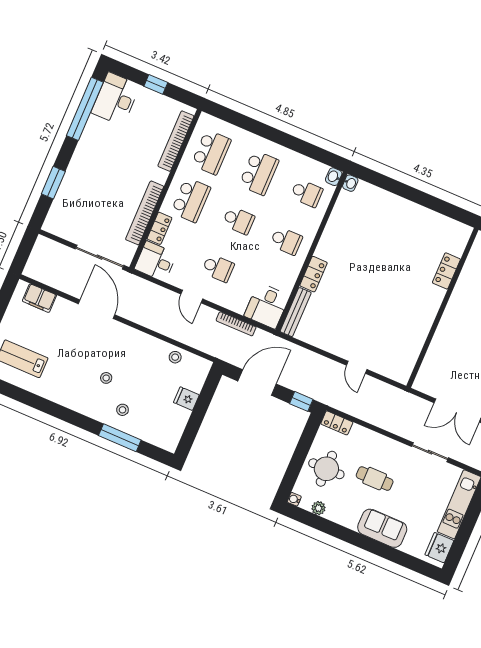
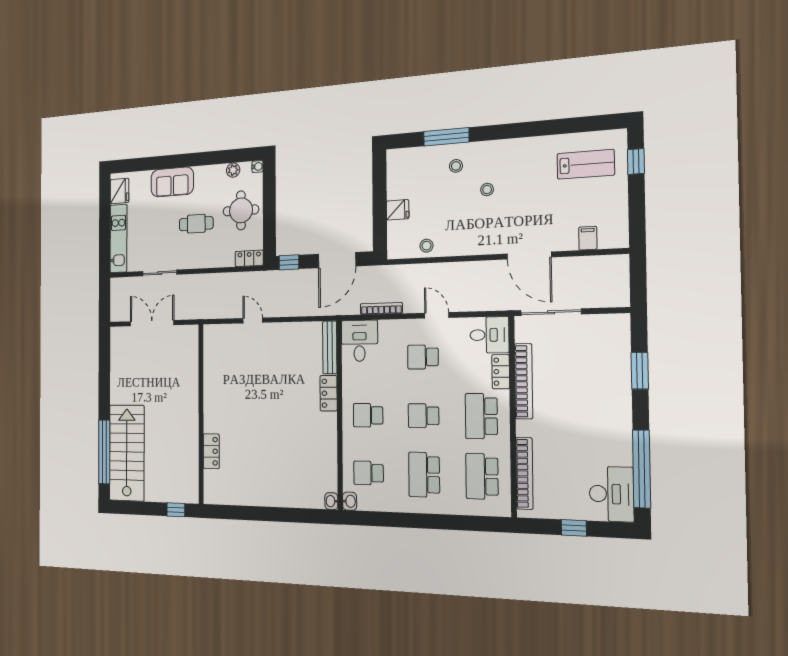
filing cabinet: (39, 298) -> (588, 238), width x0.50

